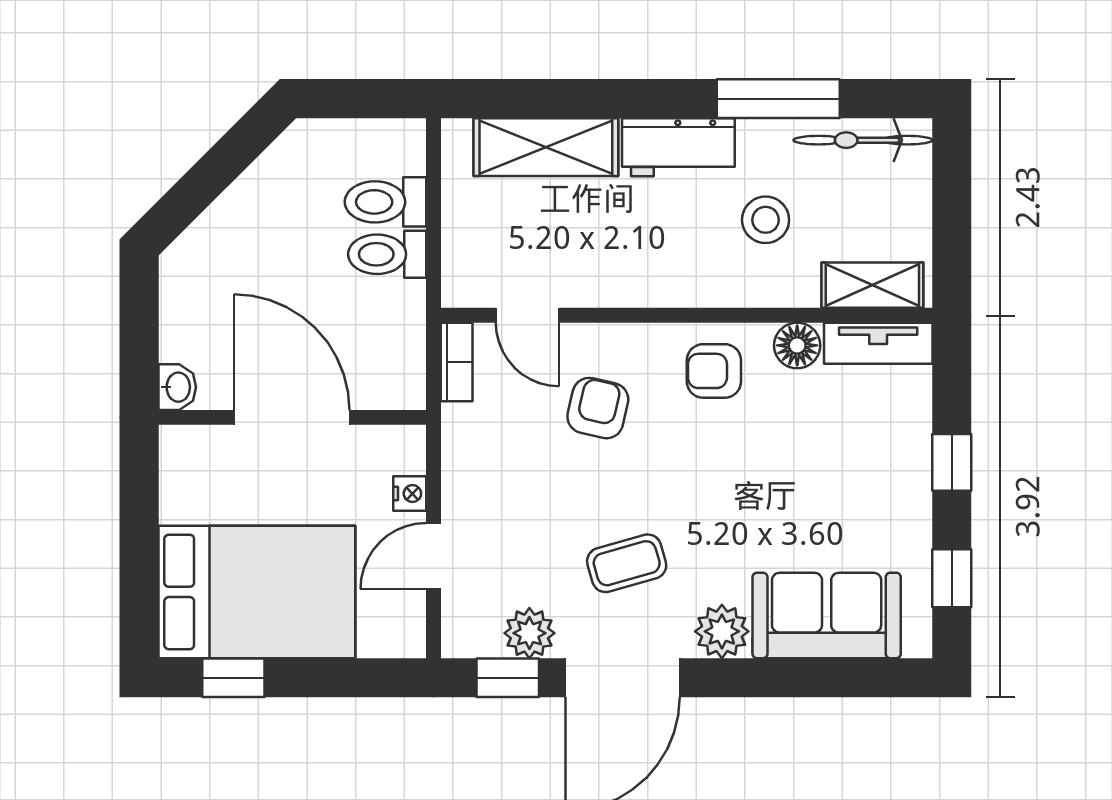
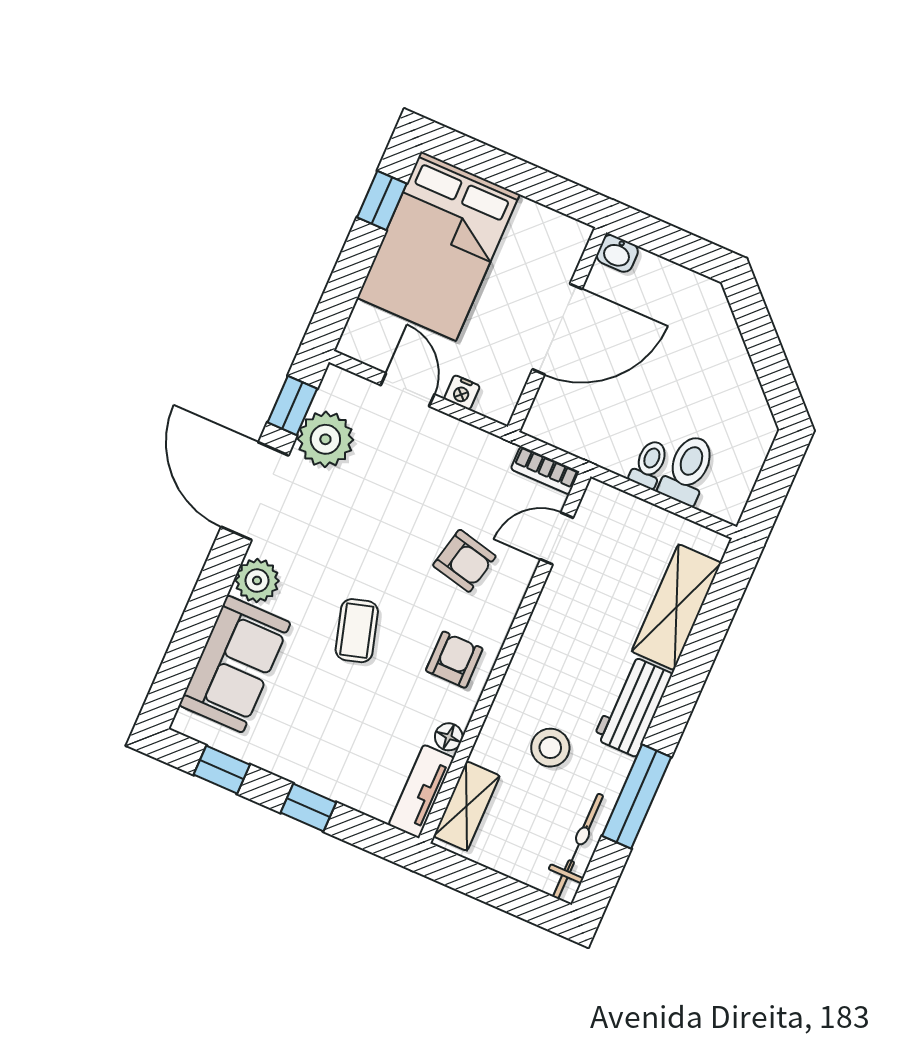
toilet: (387, 254) -> (649, 464), width x0.73, depth x0.72
floor lamp: (797, 345) -> (449, 737), width x0.73, depth x0.73
coffee table: (627, 563) -> (357, 631), moved
plant: (529, 633) -> (325, 439), width x1.36, depth x1.36

